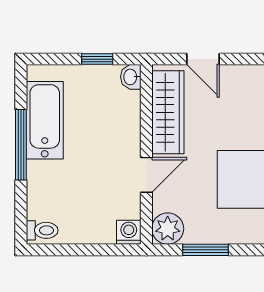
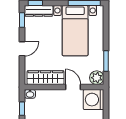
door: (203, 59) -> (22, 49), moved
washing machine: (129, 232) -> (94, 100), width x1.89, depth x1.89

